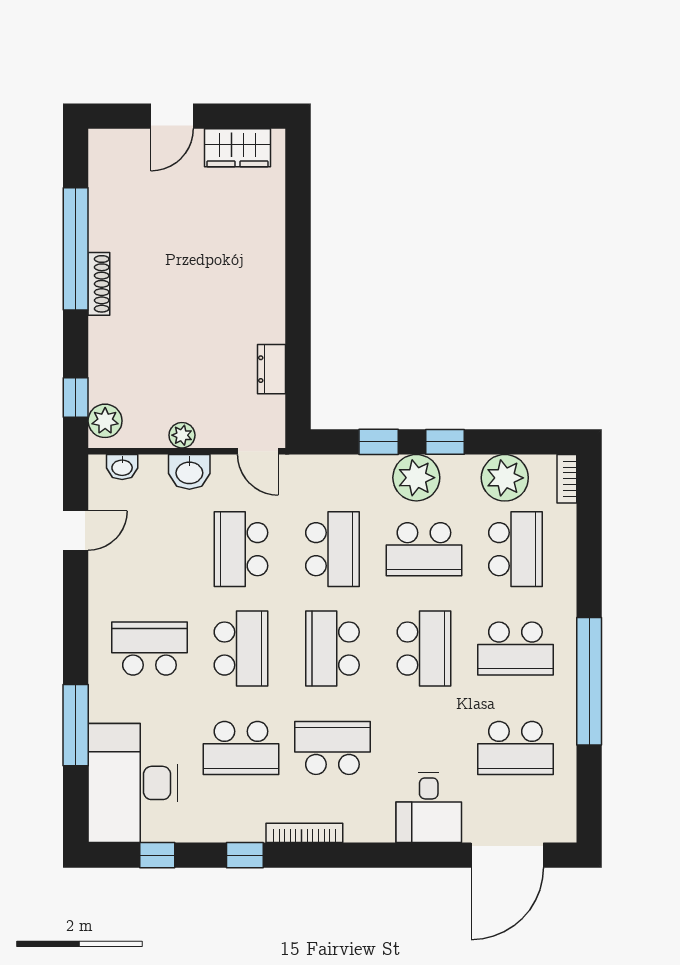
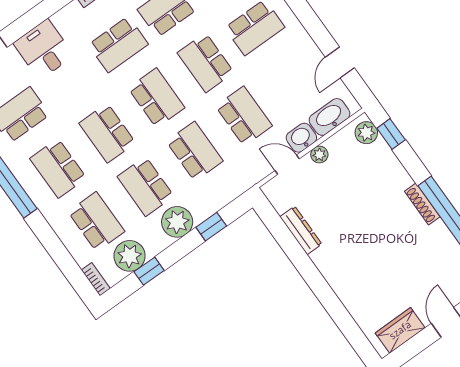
dresser: (272, 369) -> (301, 230), width x1.44
window: (445, 442) -> (149, 271), moved
door: (258, 451) -> (287, 165), moved
washbasin: (122, 467) -> (330, 117), width x1.91, depth x1.45
school desk: (332, 549) -> (195, 151), turned 180
school desk: (424, 549) -> (146, 186), turned -90
school desk: (515, 549) -> (96, 222), turned 180
school desk: (515, 649) -> (58, 168), turned -90

